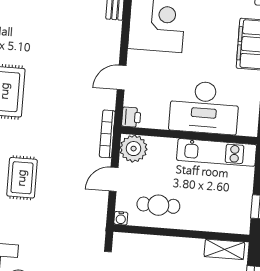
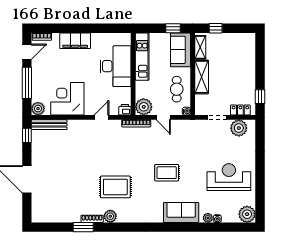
door: (122, 78) -> (102, 117), swing flipped
sofa: (223, 216) -> (180, 50), added
shelving: (175, 248) -> (202, 77), added

